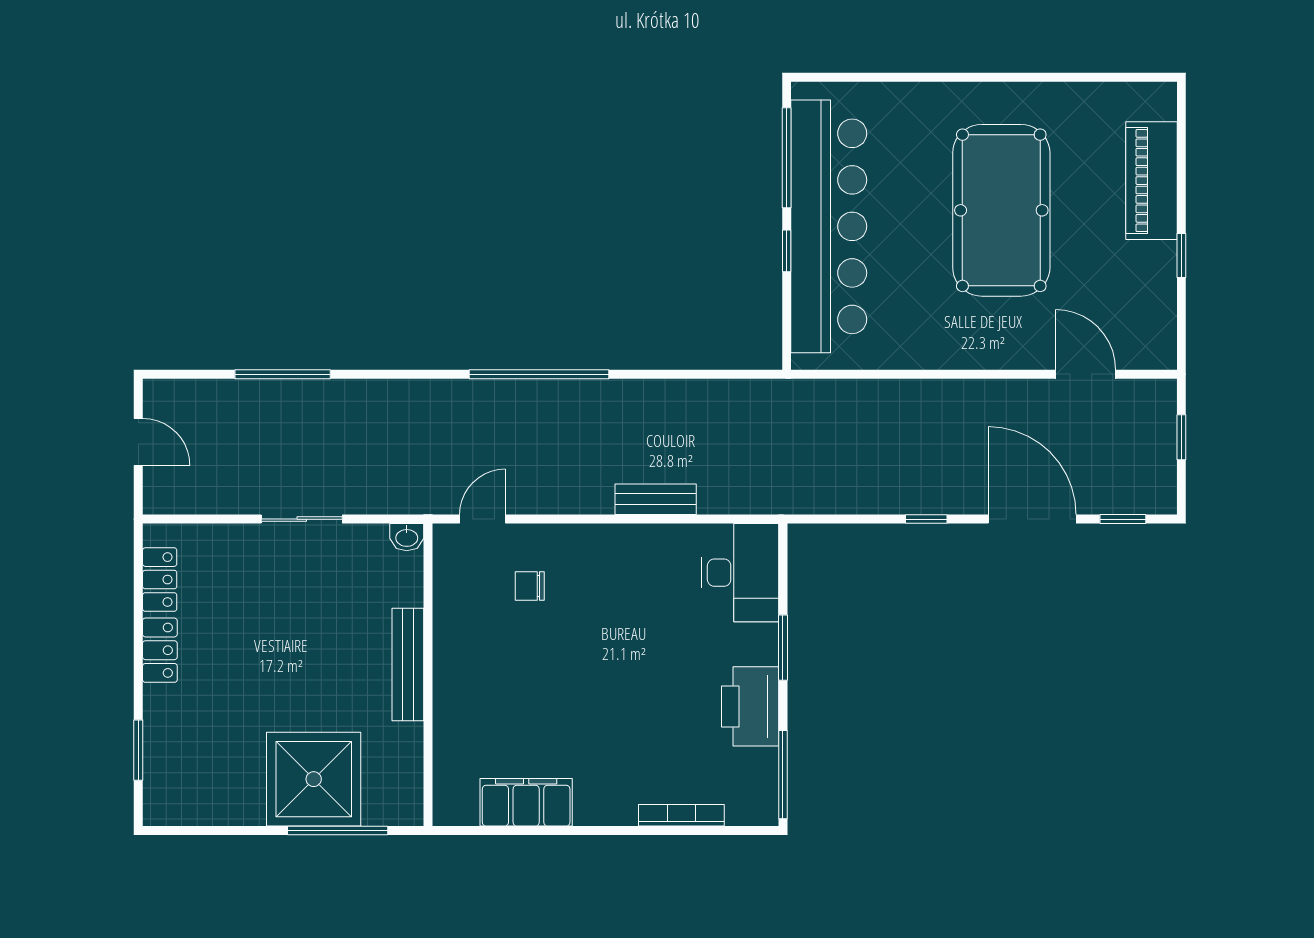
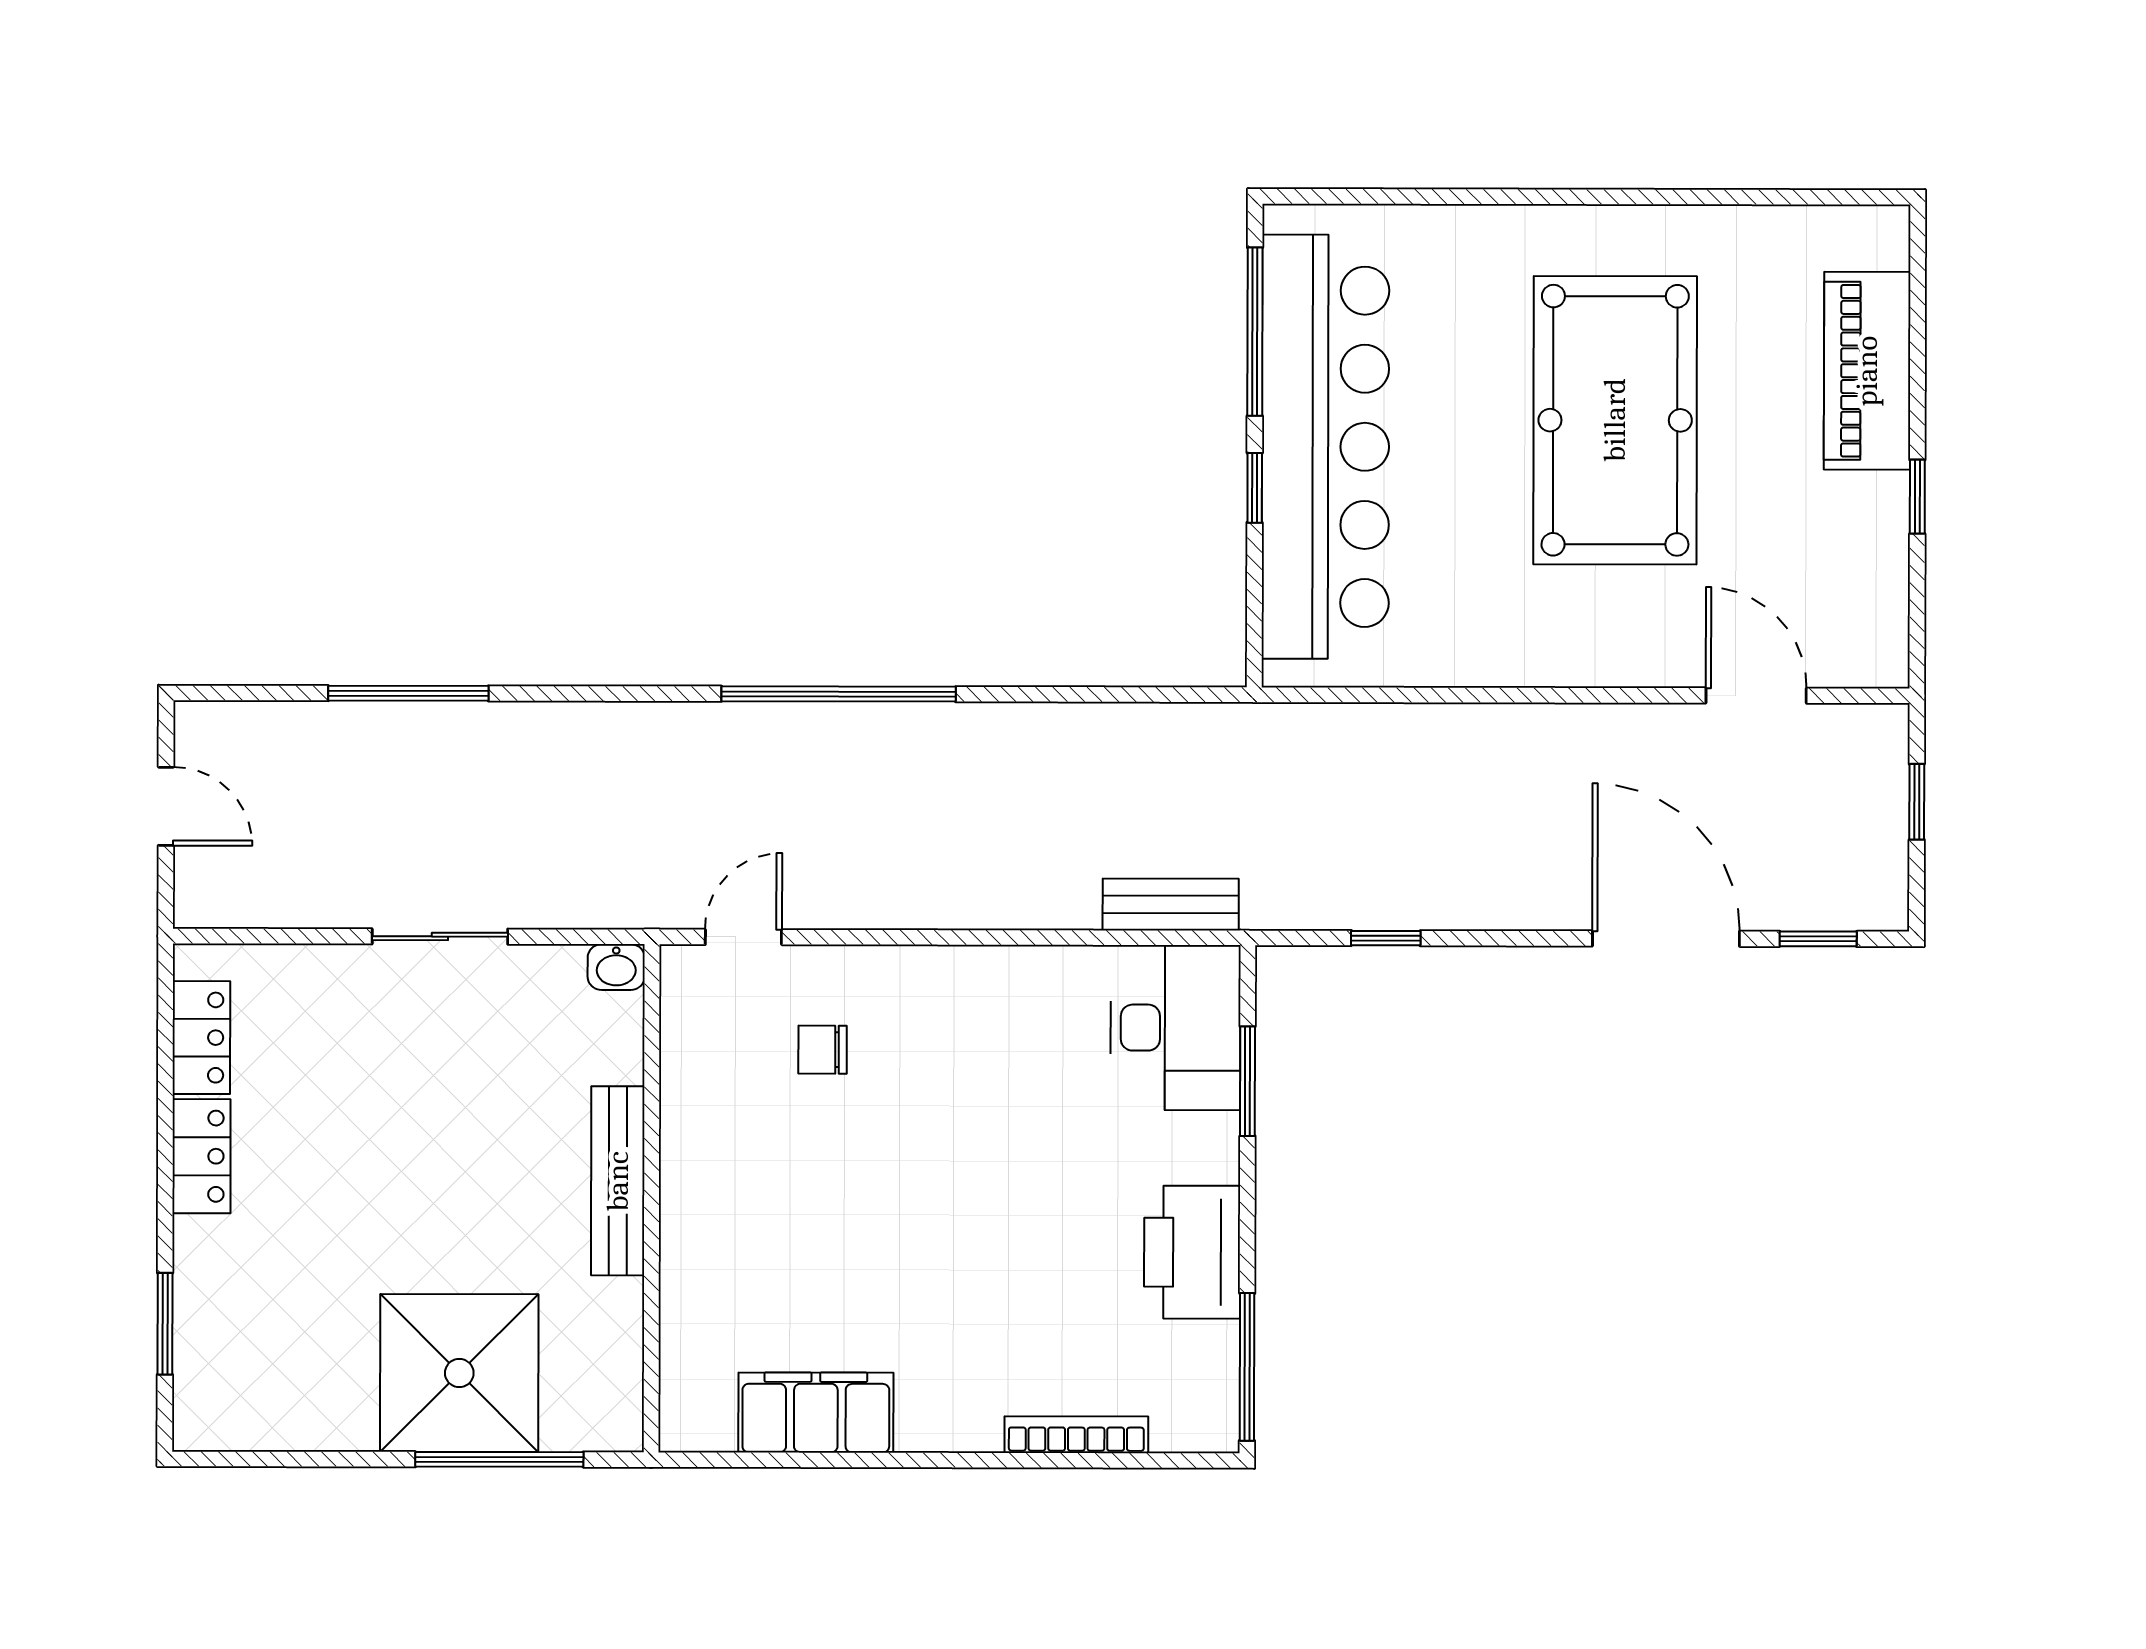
bench: (656, 499) -> (1171, 904), moved
window: (926, 519) -> (1386, 938), moved
window: (783, 648) -> (1248, 1081), moved

